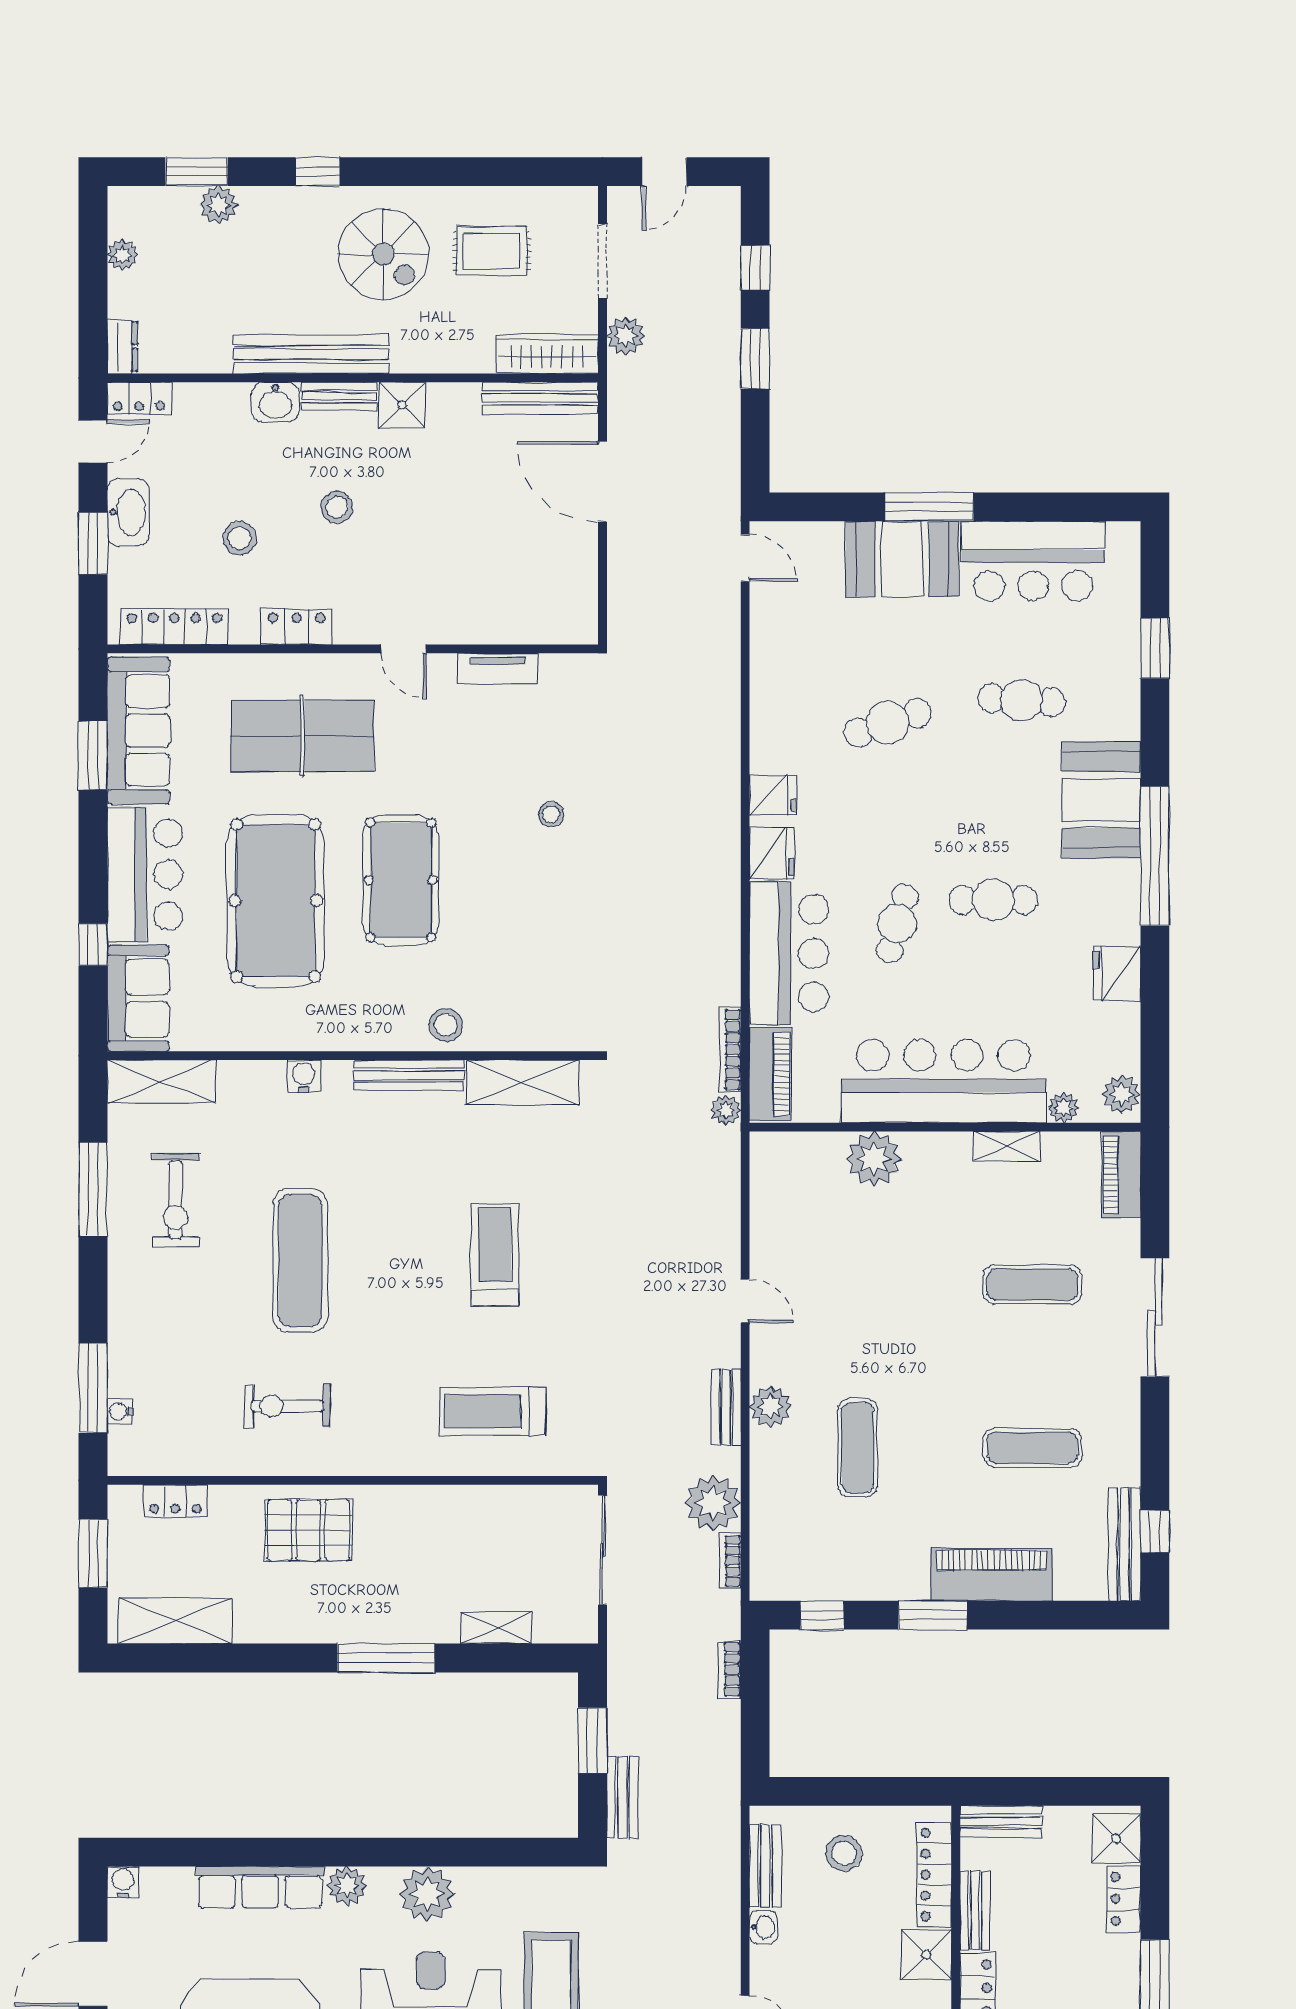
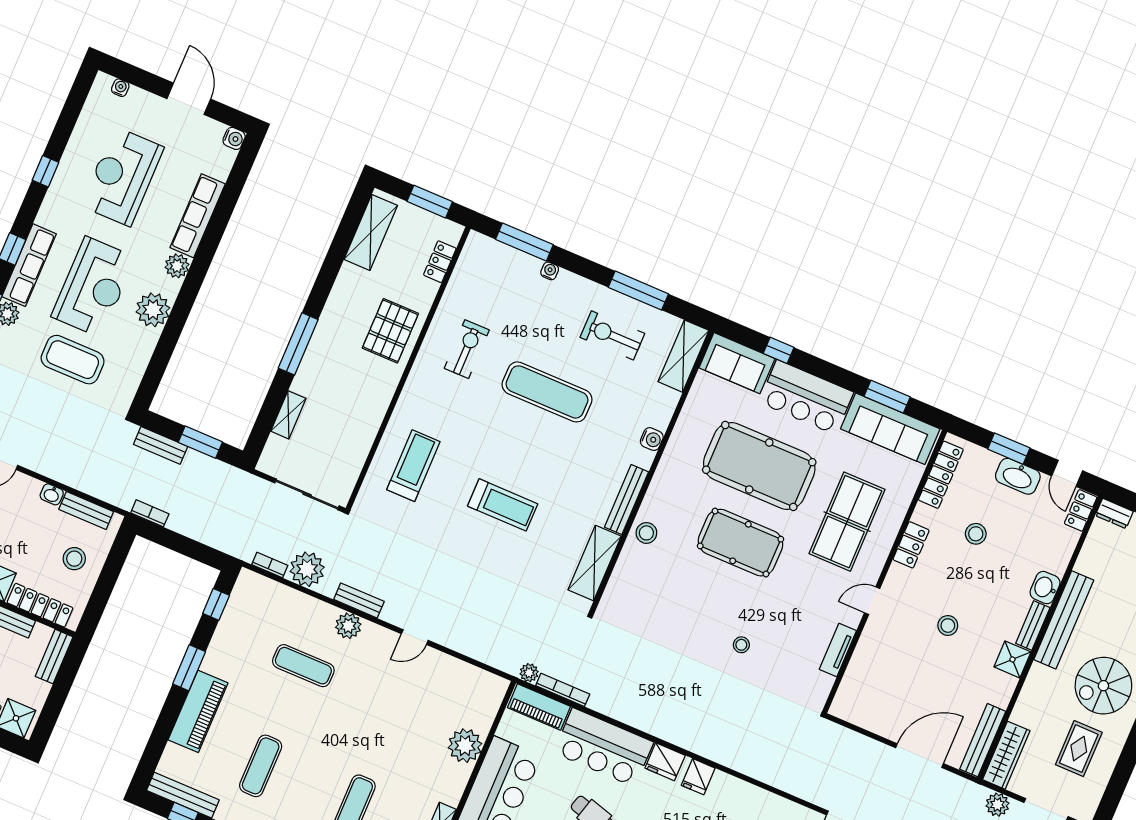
stool: (337, 507) -> (948, 626), moved
water cooler: (120, 1411) -> (550, 271), moved
bookcase: (729, 1670) -> (150, 513), moved

